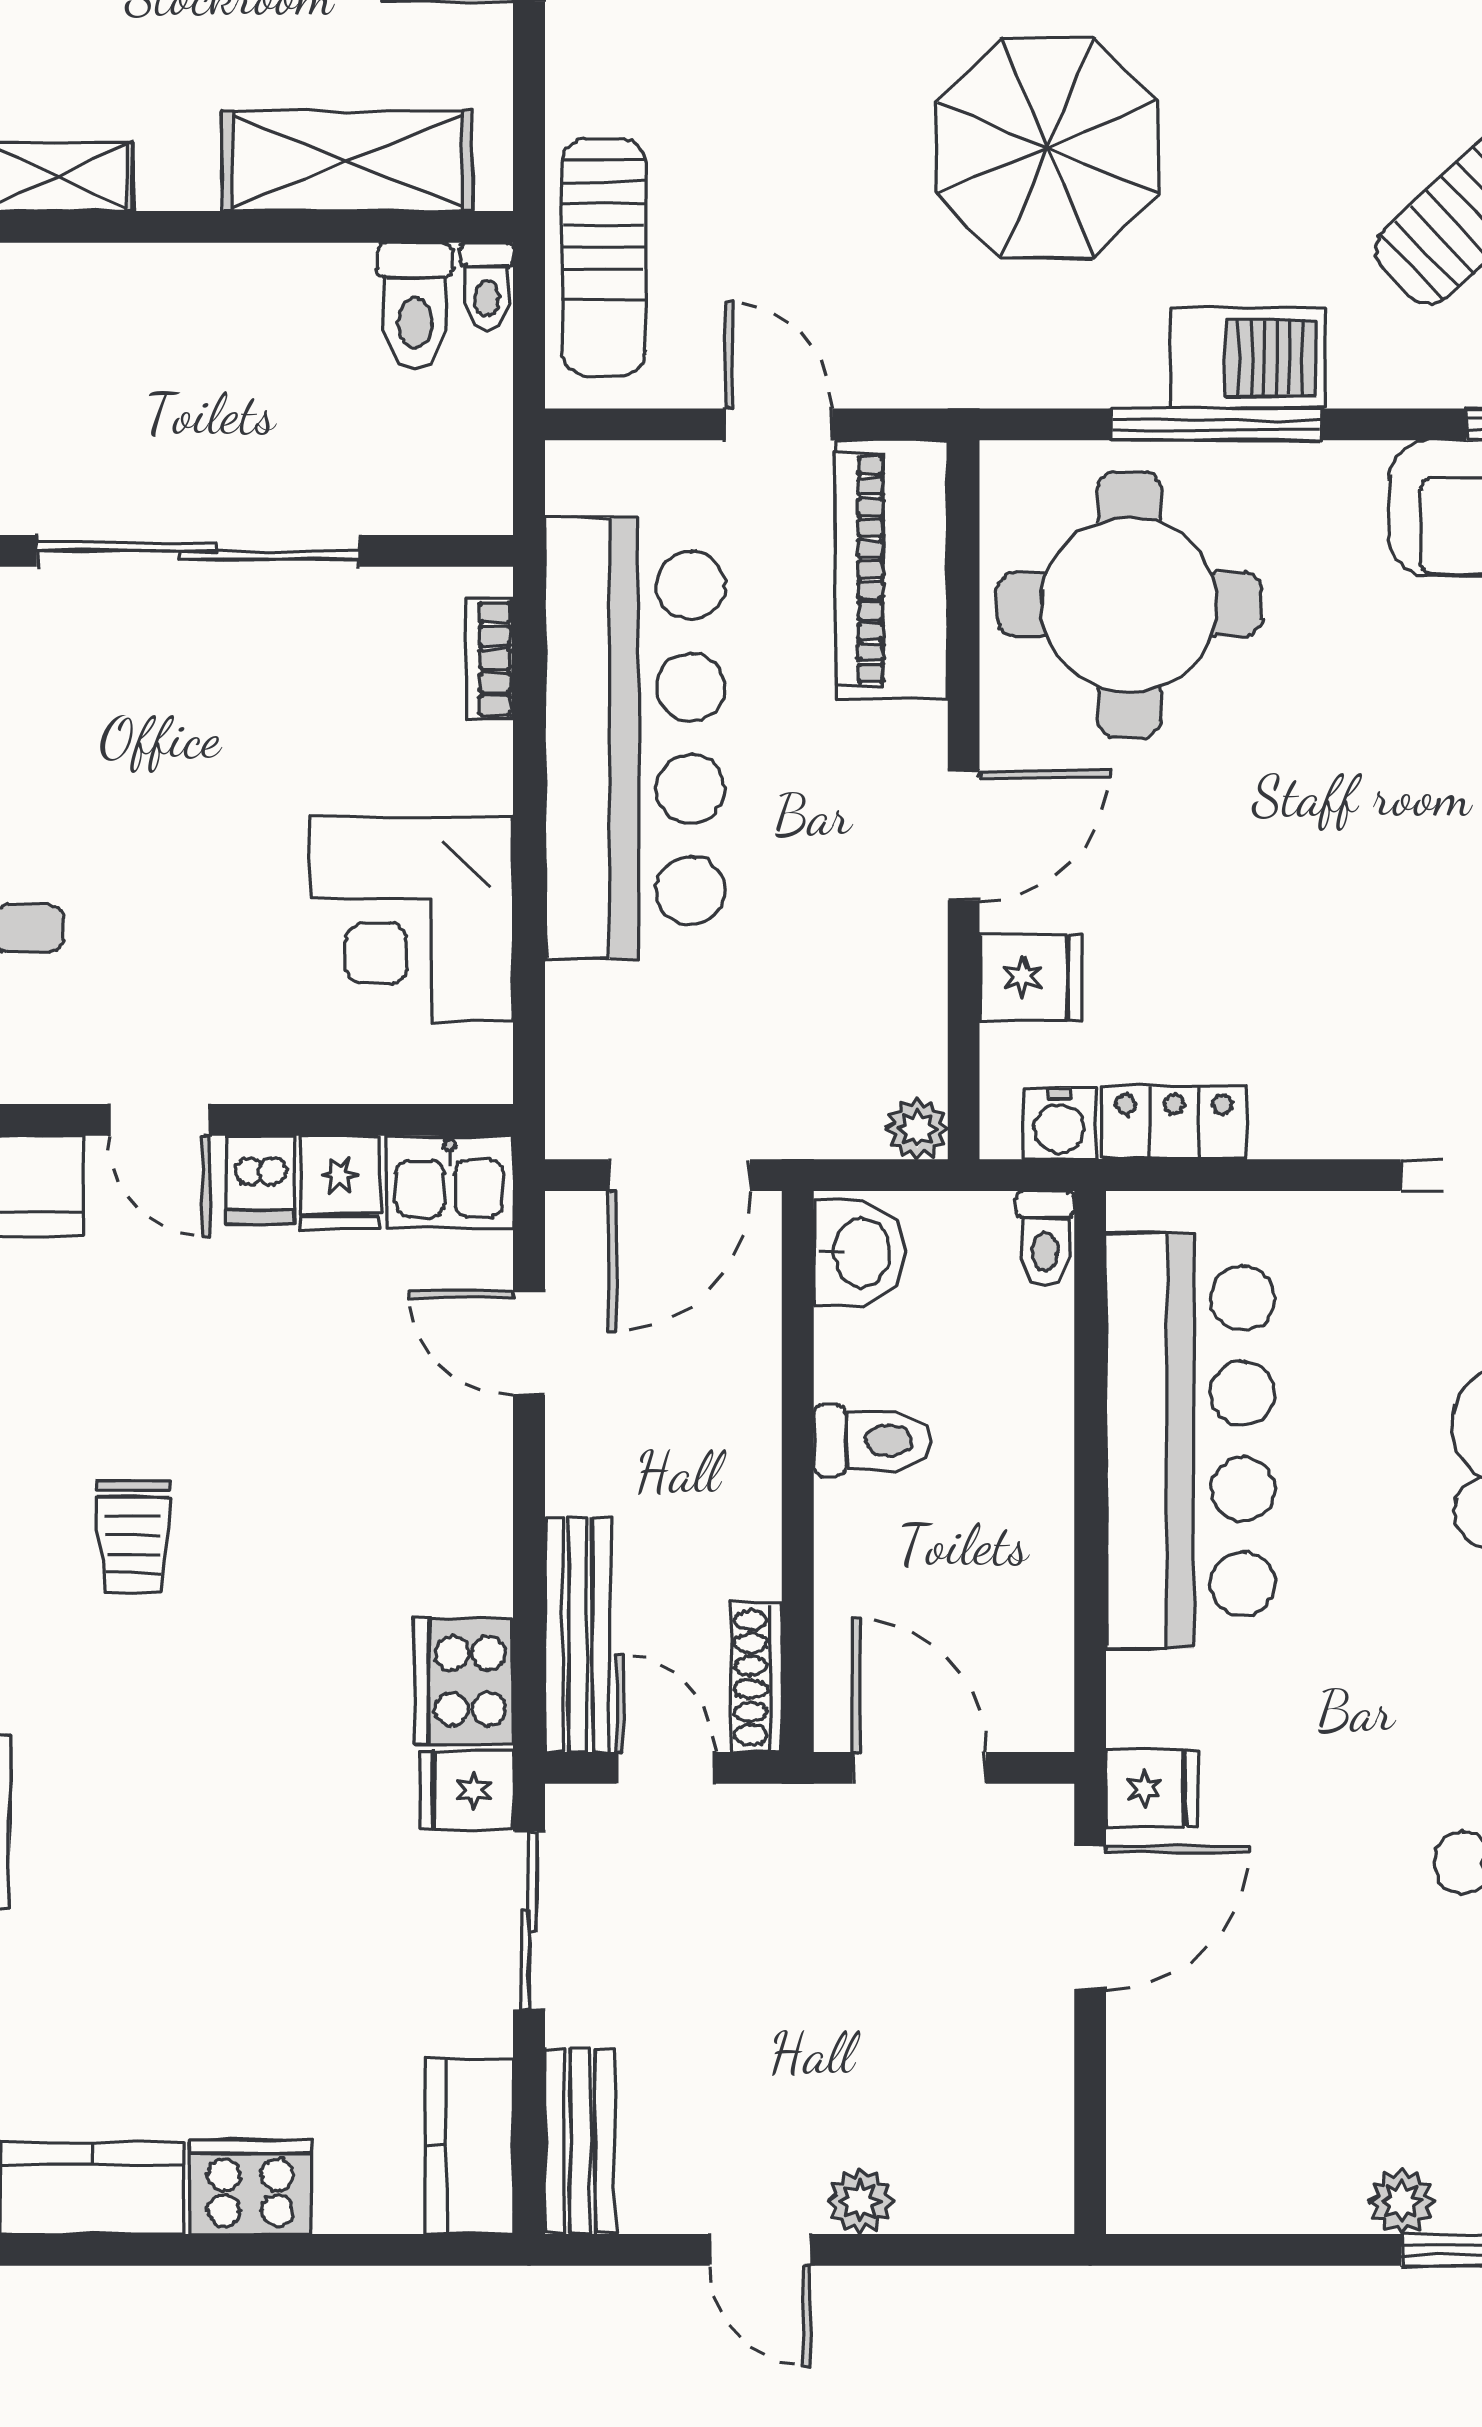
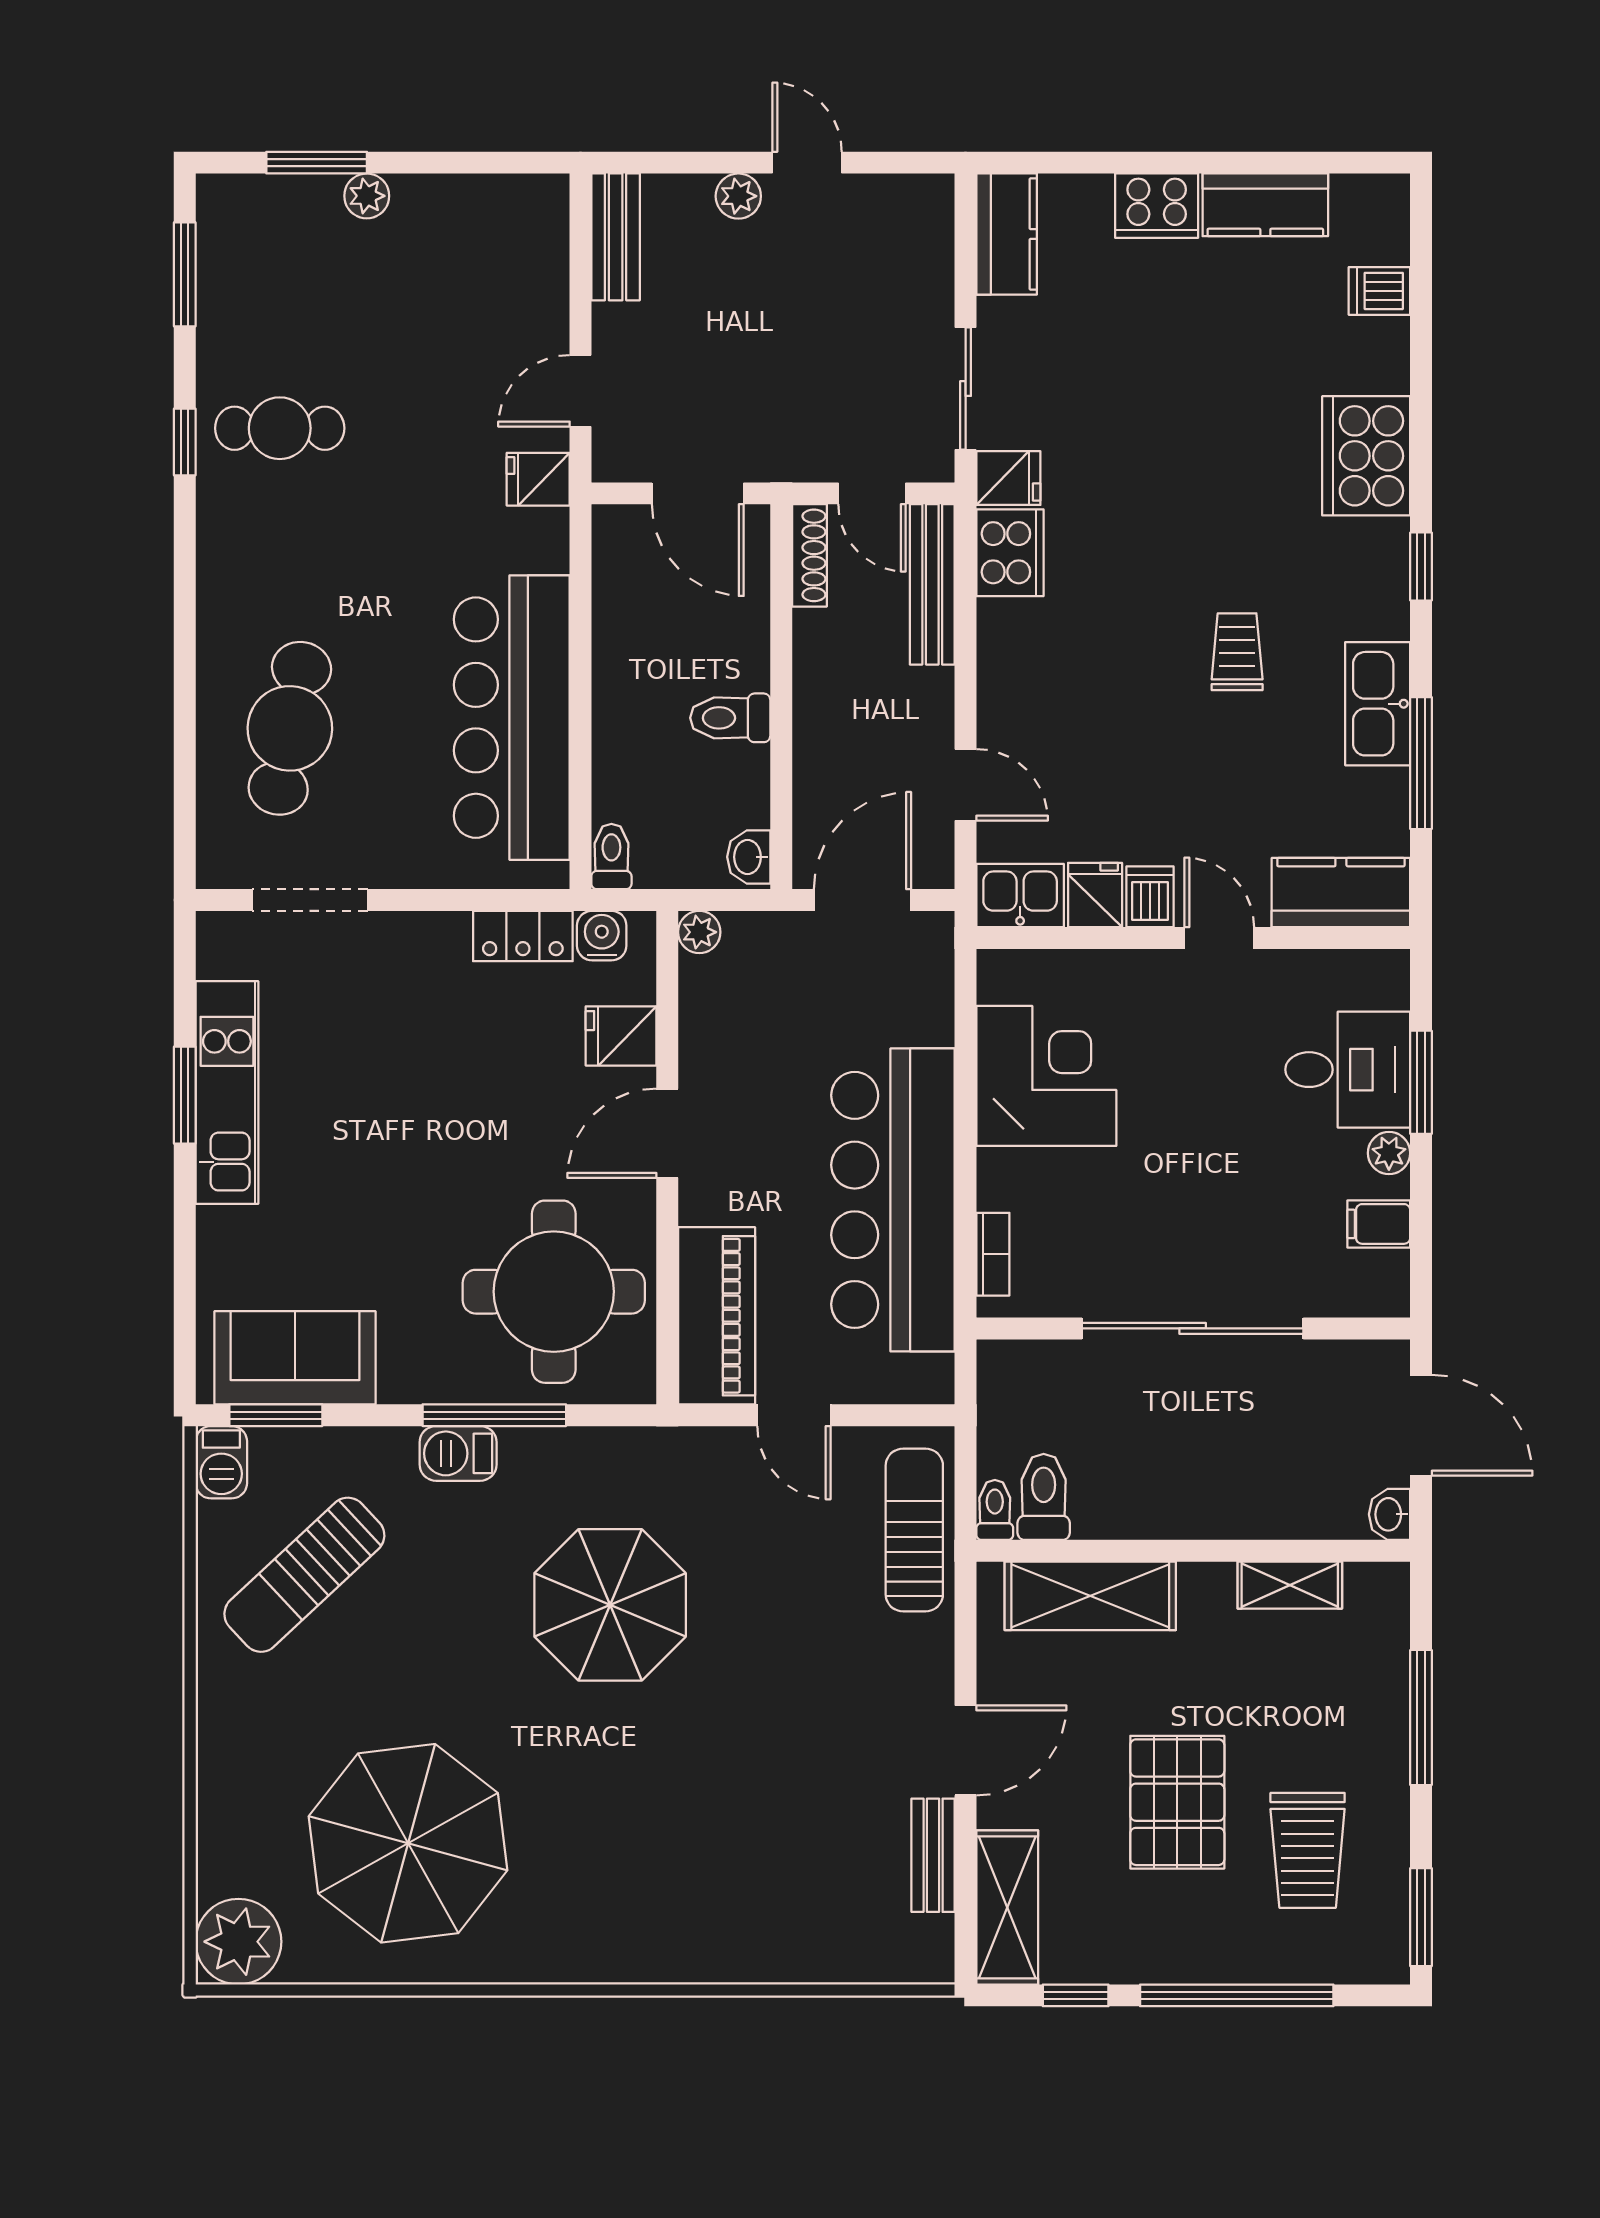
barbecue: (1247, 358) -> (458, 1453), width x0.73, depth x0.79
washbasin: (859, 1253) -> (749, 857), width x0.72, depth x0.69
door: (1090, 1917) -> (581, 391), width x0.73
bench: (580, 2142) -> (616, 237), moved

